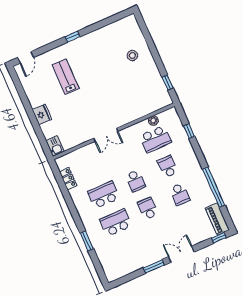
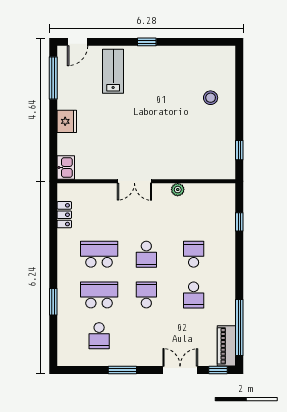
lab bench: (66, 77) -> (113, 71), moved
window: (20, 89) -> (53, 78), added
plant: (153, 121) -> (178, 190), moved
school desk: (155, 139) -> (99, 336), moved, width x0.54
window: (214, 187) -> (239, 328), moved
double door: (181, 254) -> (180, 370), moved

